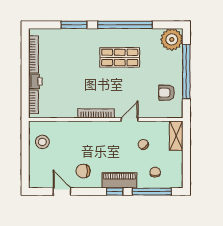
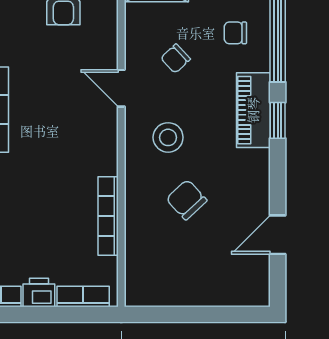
bookcase: (96, 113) -> (108, 216), moved
stool: (42, 142) -> (168, 137), moved
chair: (83, 171) -> (187, 200), moved, turned 137

